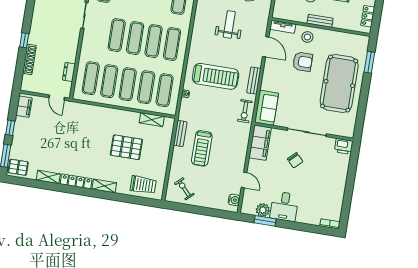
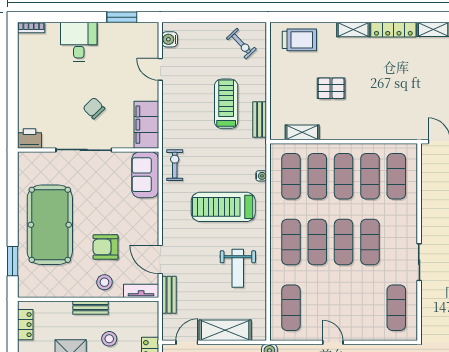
weight bench: (229, 24) -> (238, 268), moved
dresser: (69, 72) -> (428, 180), removed
bench: (254, 81) -> (169, 295), moved
pallet: (126, 147) -> (331, 88), width x0.67, depth x0.71
trolley: (143, 185) -> (299, 40), turned 180
desk: (284, 206) -> (79, 42), moved
plant: (263, 210) -> (127, 32), removed

